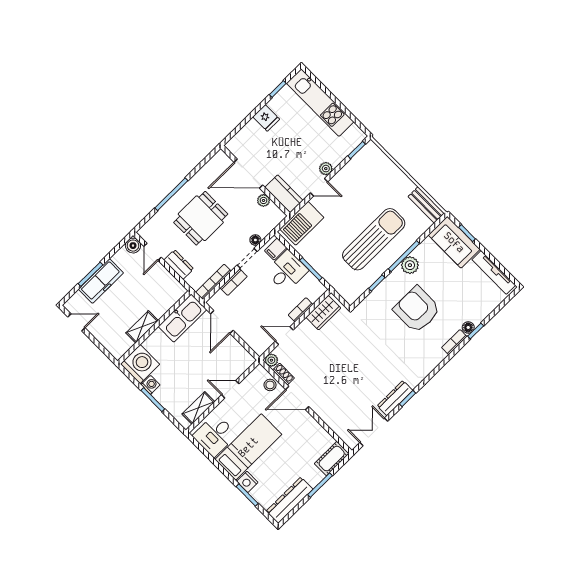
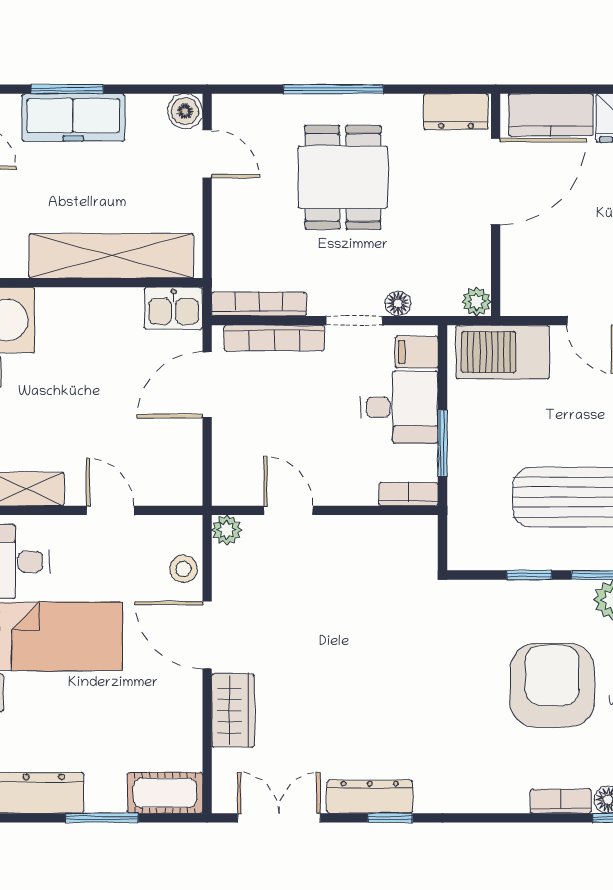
door: (248, 174) -> (496, 181), swing flipped
kitchen counter: (284, 194) -> (551, 115), moved, turned 90
plant: (263, 200) -> (477, 302), moved
dining table: (201, 218) -> (343, 177), turned 90
door: (153, 252) -> (207, 154), swing flipped
dresser: (179, 265) -> (456, 112), moved, turned 90
bookcase: (234, 282) -> (274, 338), width x1.56
bookcase: (301, 310) -> (409, 494), moved
wardrobe: (323, 313) -> (233, 710), moved, turned -90
kitchen sink: (182, 318) -> (173, 308), width x0.53, depth x0.81
shelving: (142, 327) -> (111, 256), width x2.20, depth x1.33
shoe rack: (283, 374) -> (224, 573), removed

